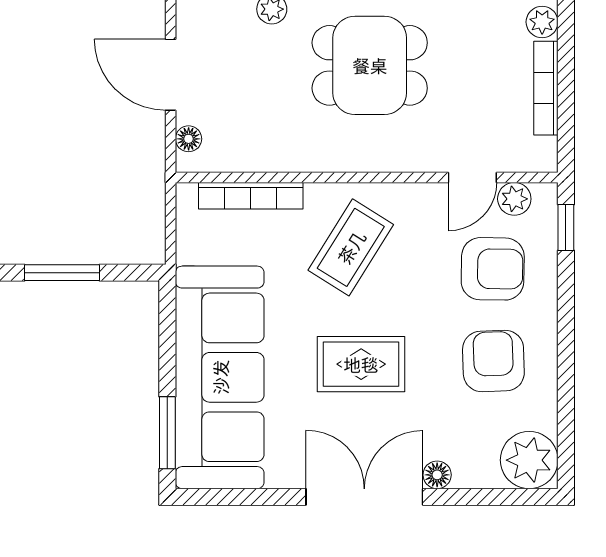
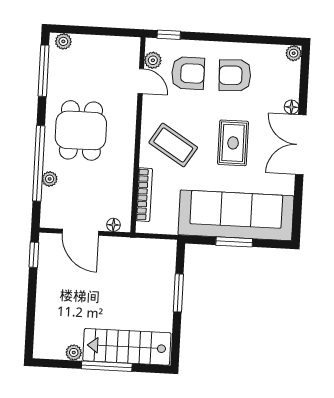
door: (171, 75) -> (80, 232), hinge flipped
bookcase: (546, 88) -> (97, 41), removed
armchair: (493, 269) -> (188, 73), turned 89
window: (167, 433) -> (234, 242), moved
plant: (529, 460) -> (294, 53), width x0.53, depth x0.53

